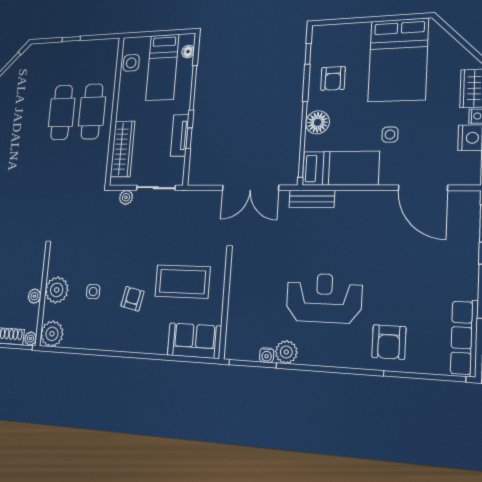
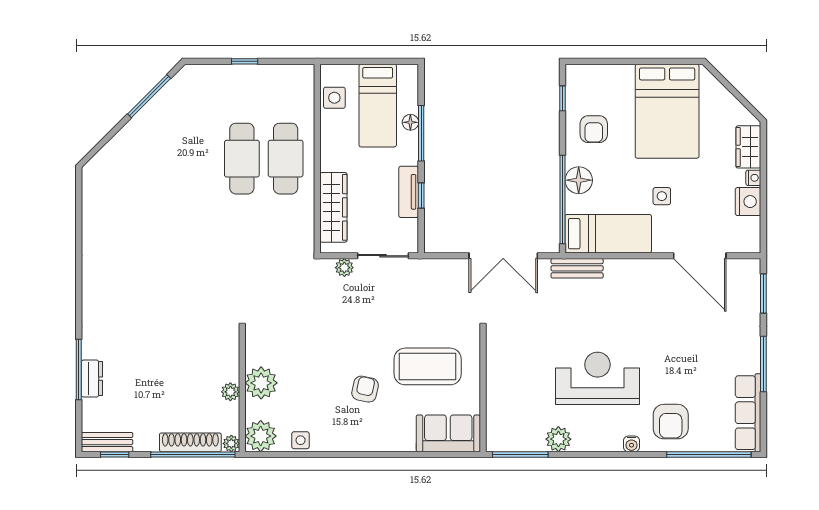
floor lamp: (188, 52) -> (410, 122), moved
side table: (93, 292) -> (301, 440), moved
water cooler: (267, 355) -> (631, 444), moved

